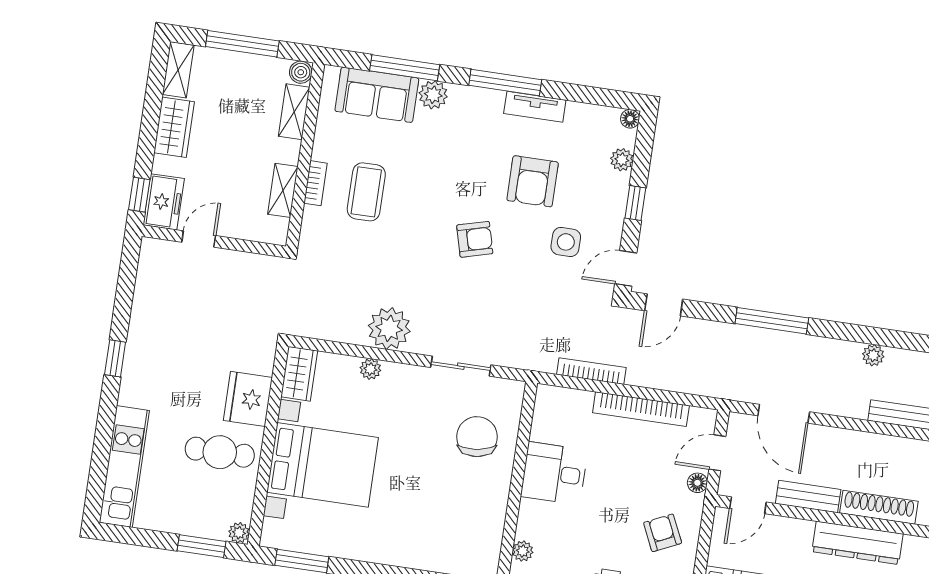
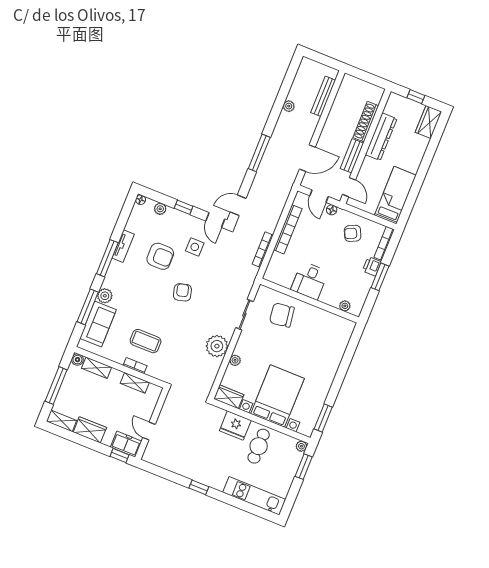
door: (664, 305) -> (238, 205), swing flipped

